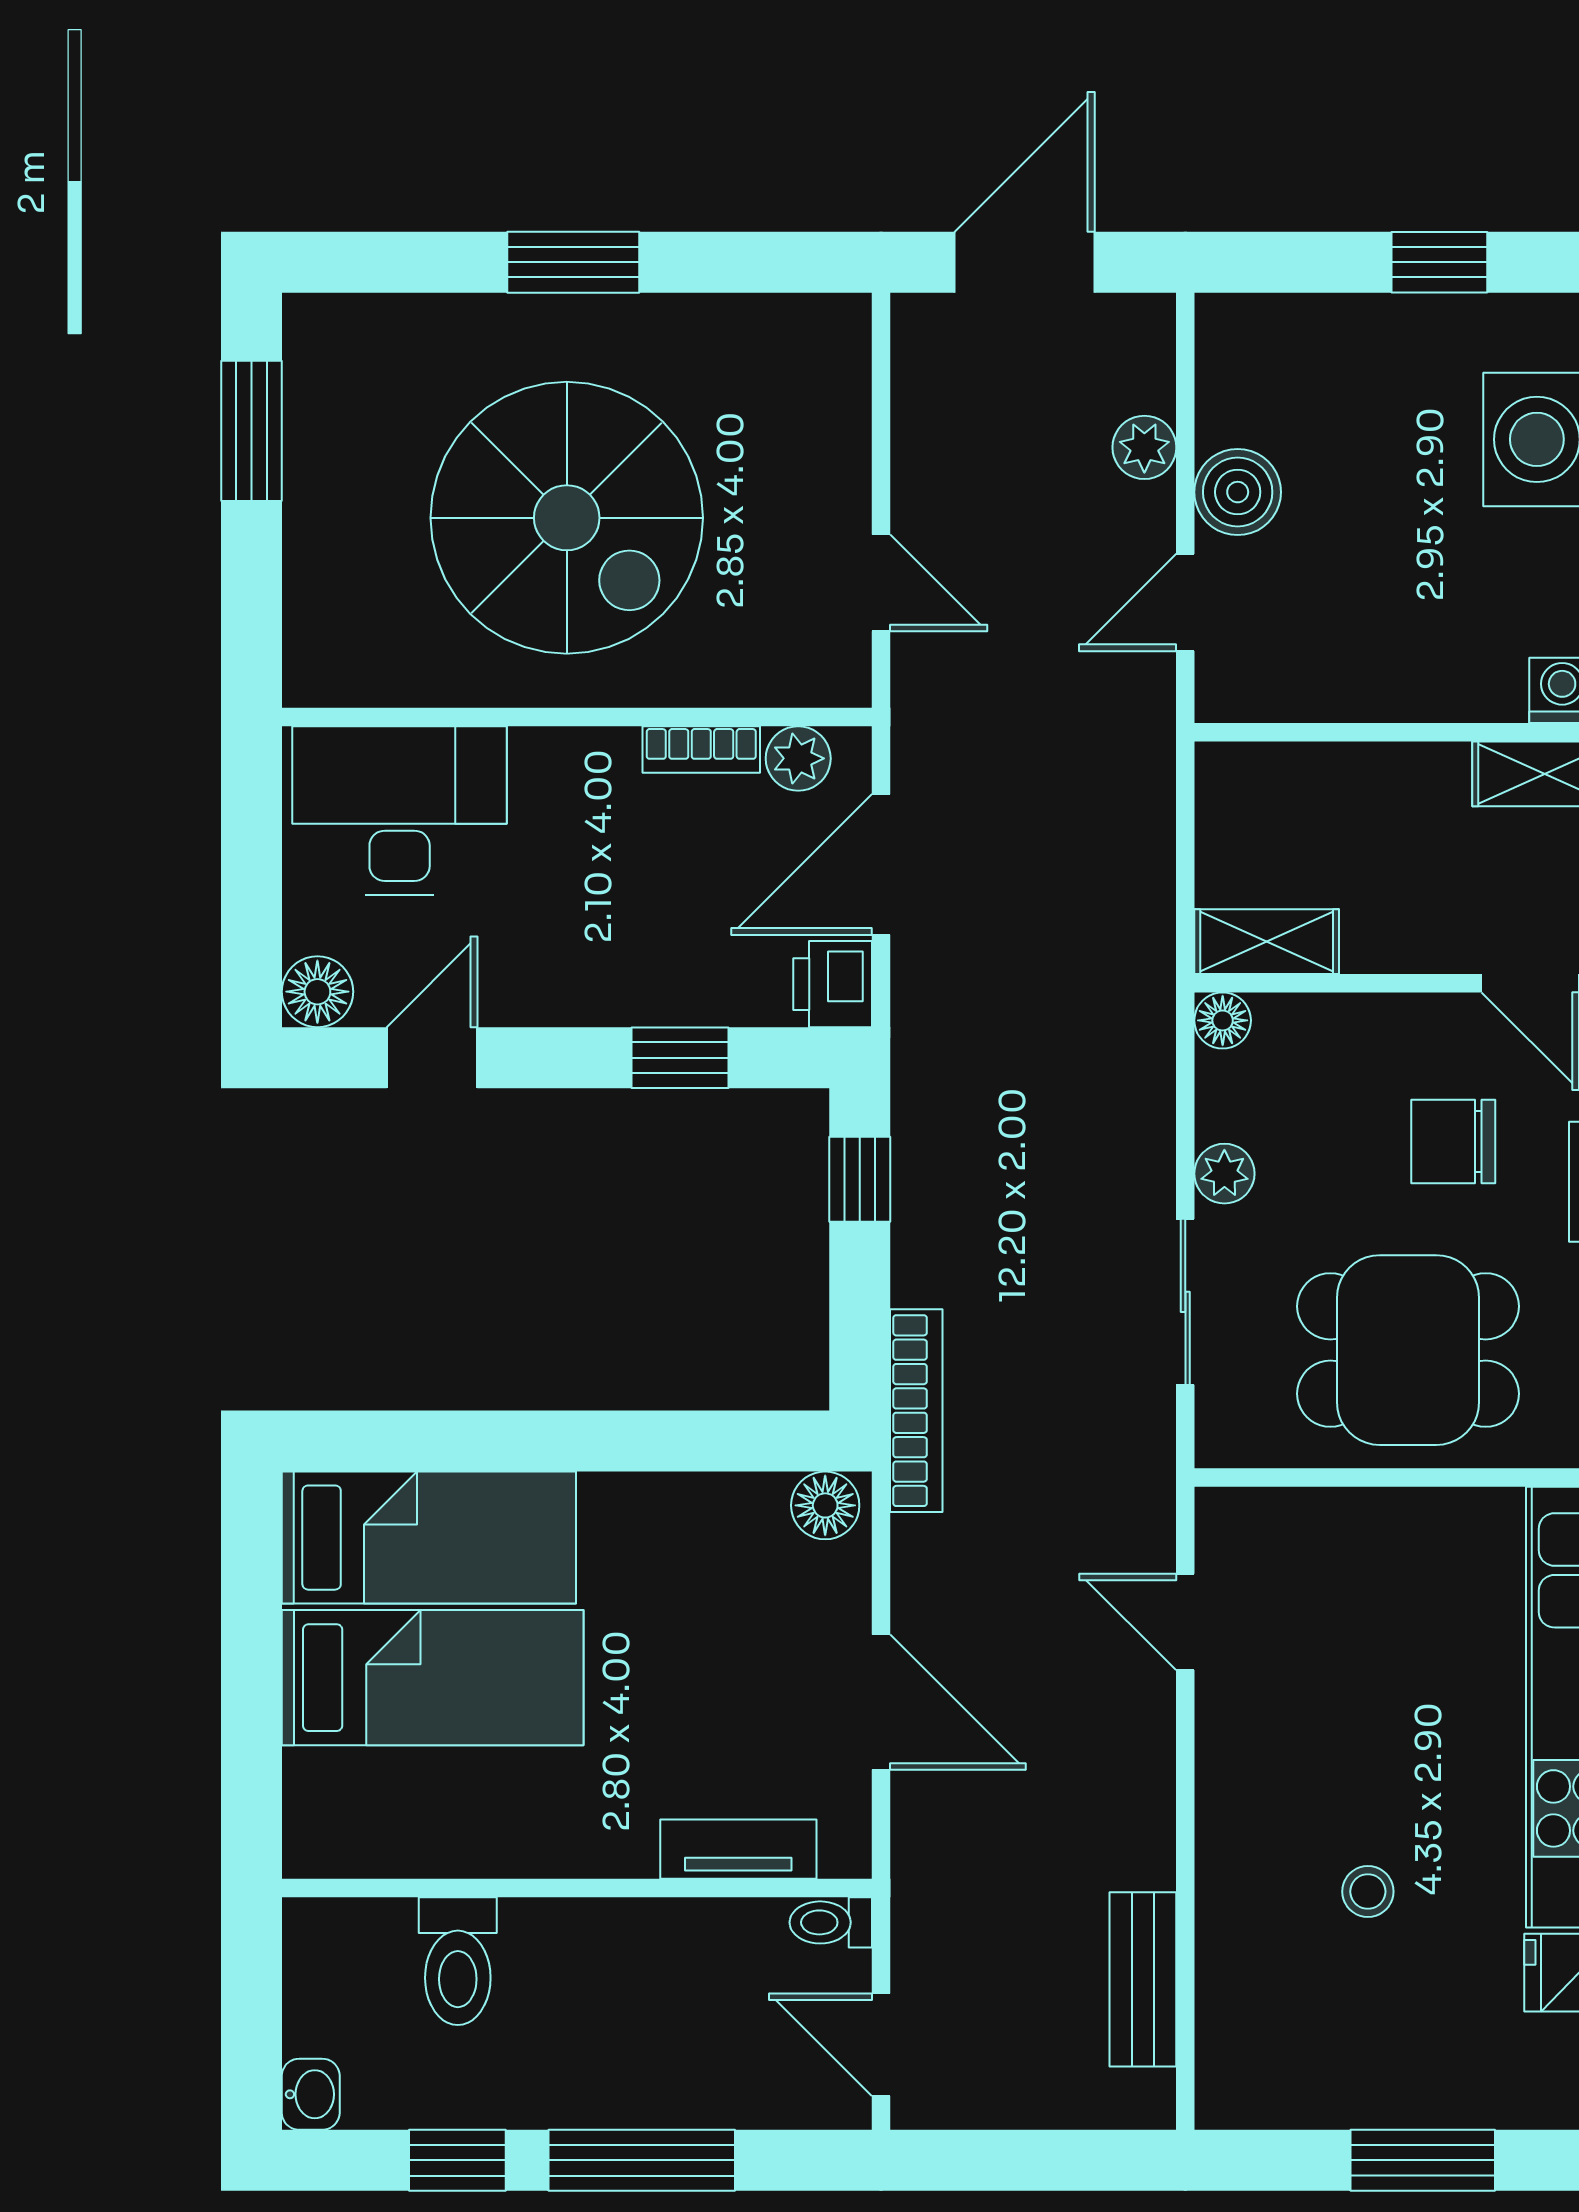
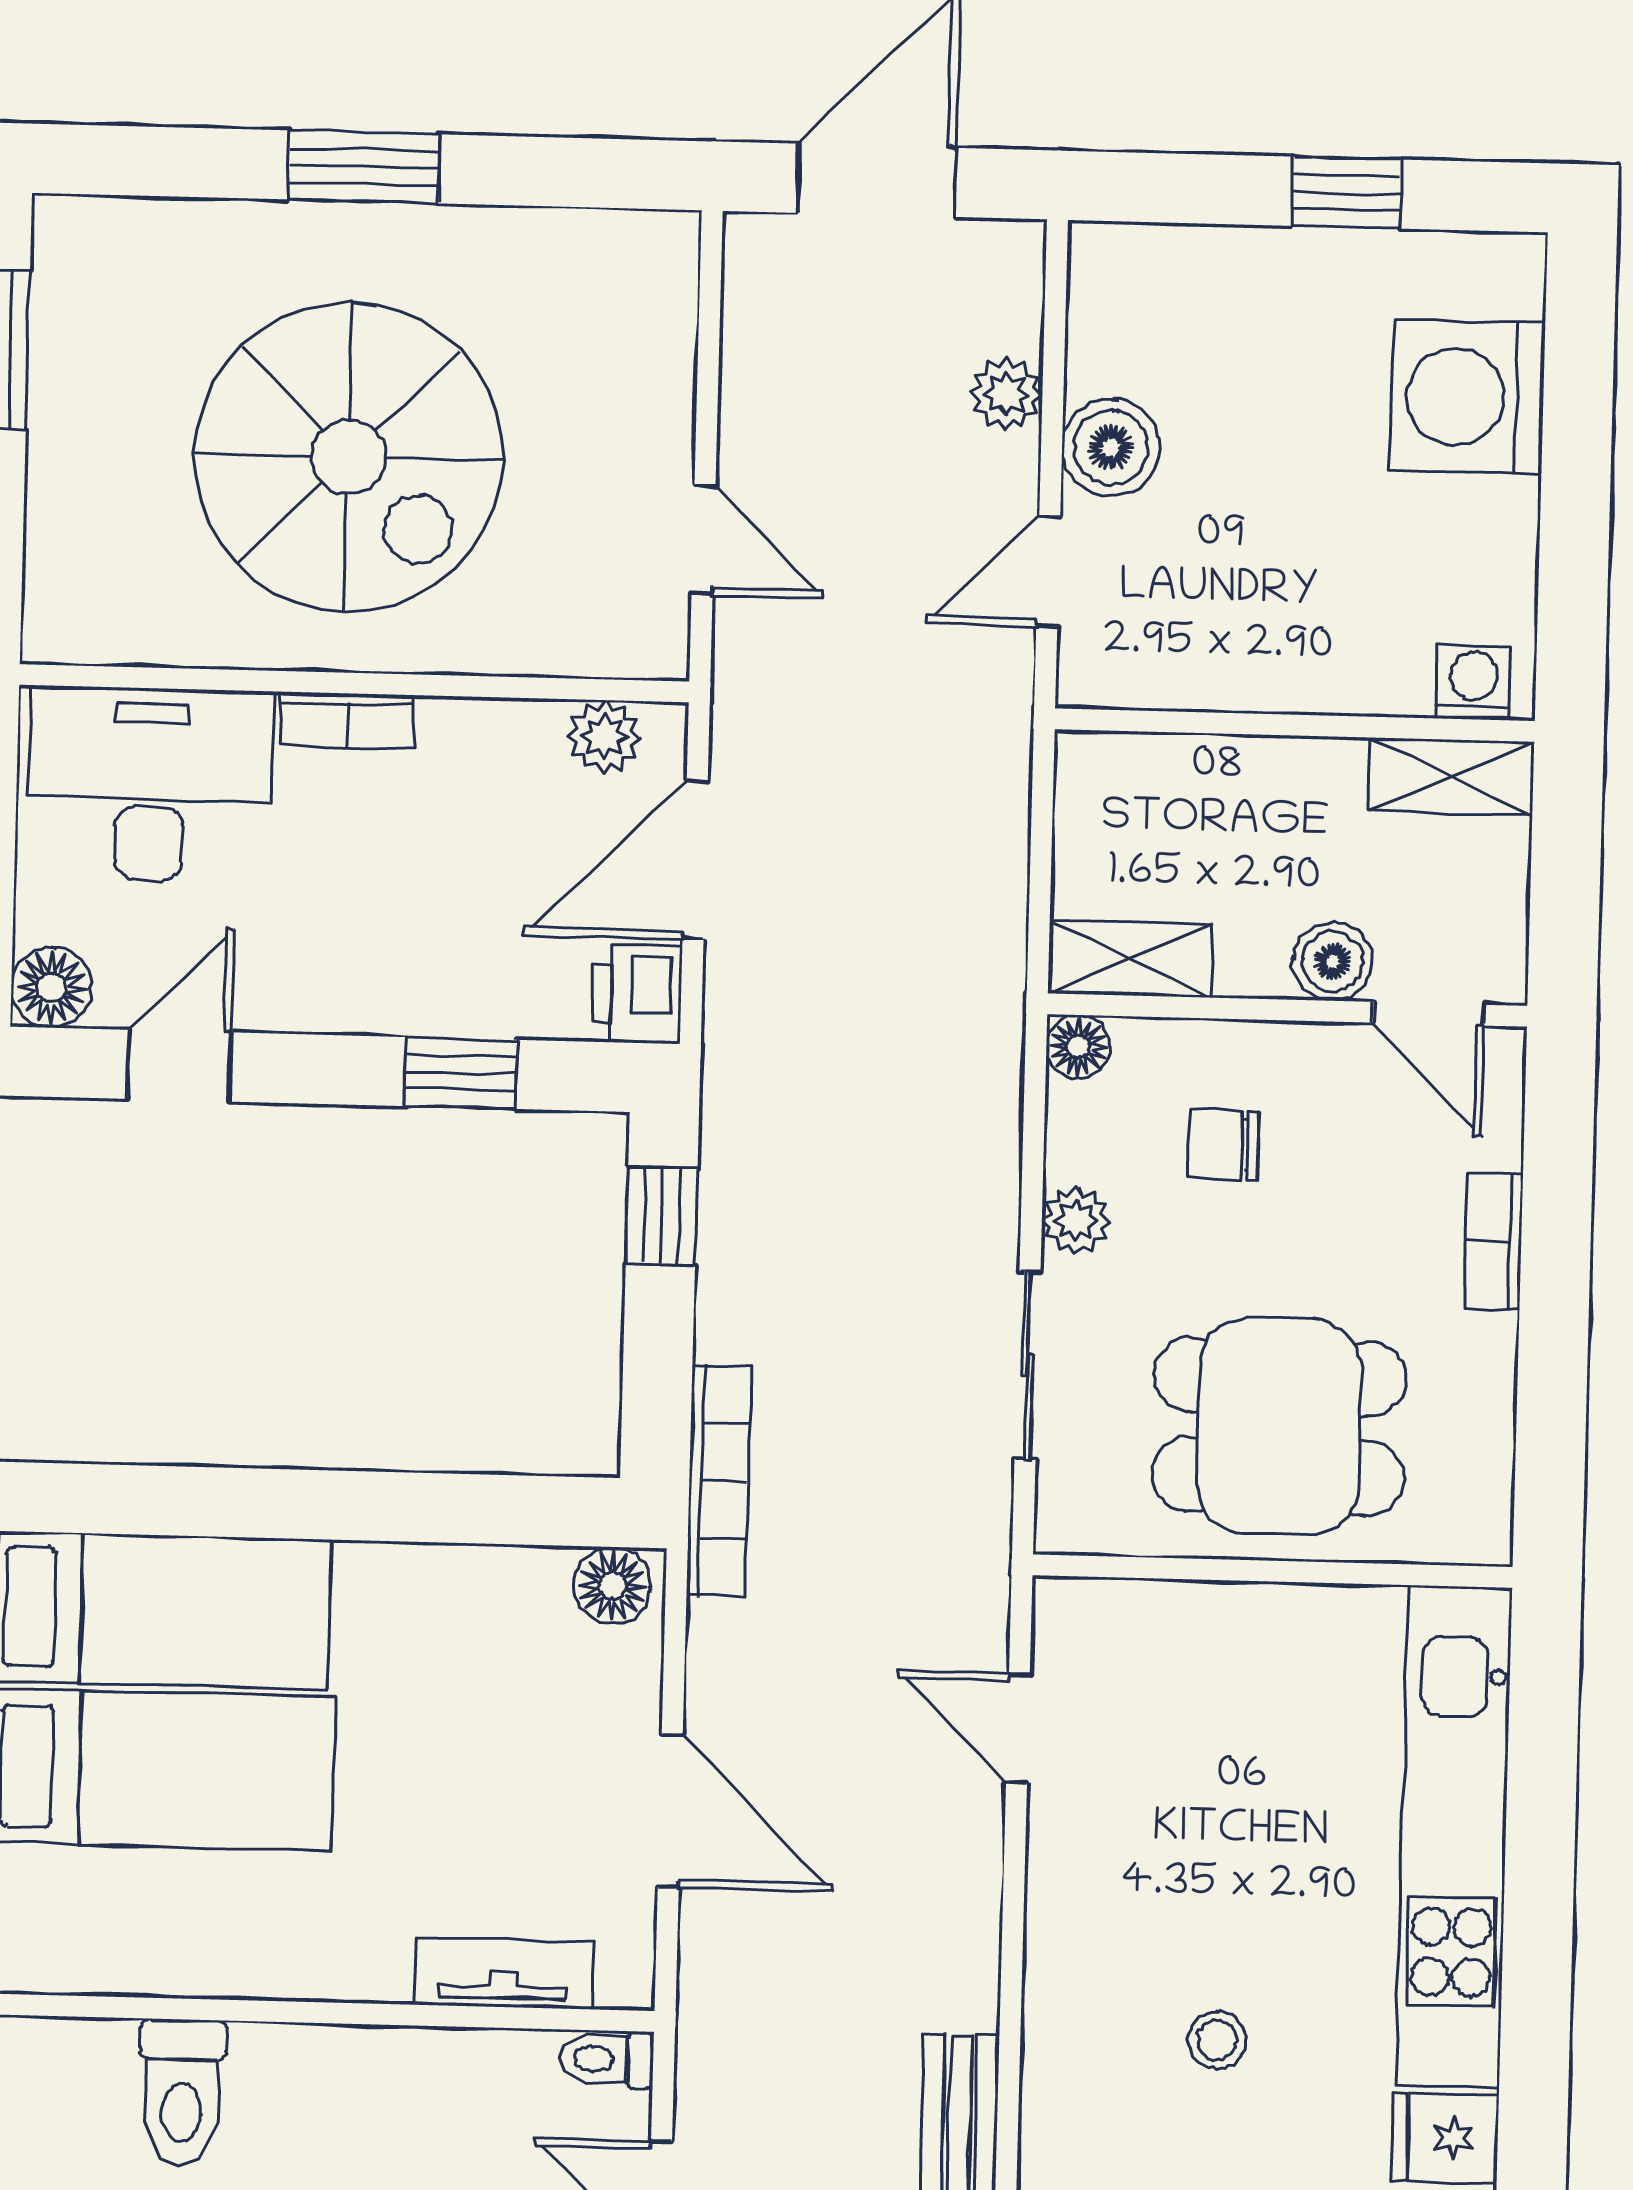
bookcase: (701, 750) -> (347, 720), moved
boiler: (1444, 939) -> (1332, 961), added
chair: (1453, 1141) -> (1224, 1144), moved, width x0.73, depth x0.73

